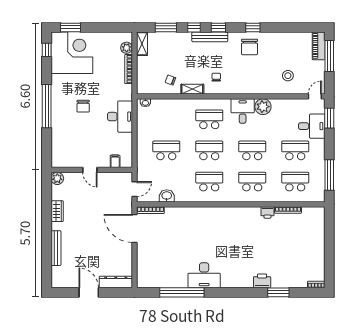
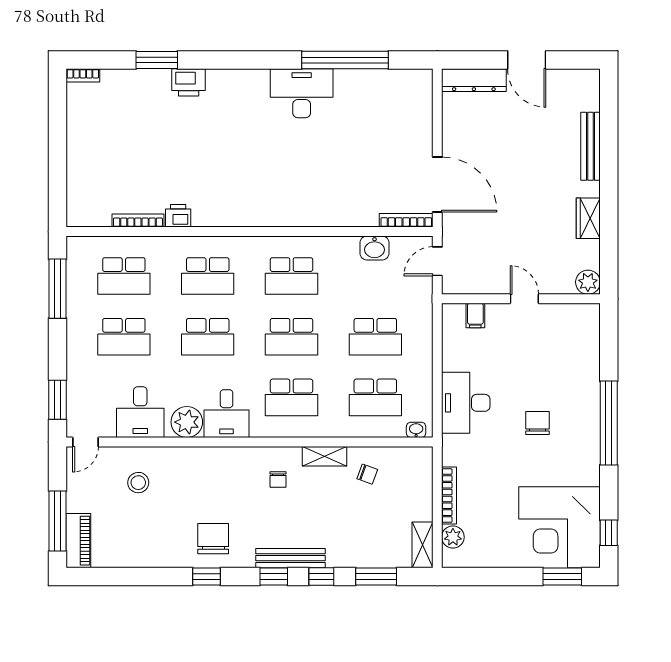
school desk: (166, 119) -> (375, 397), added
desk: (312, 126) -> (140, 412), moved, turned -90

